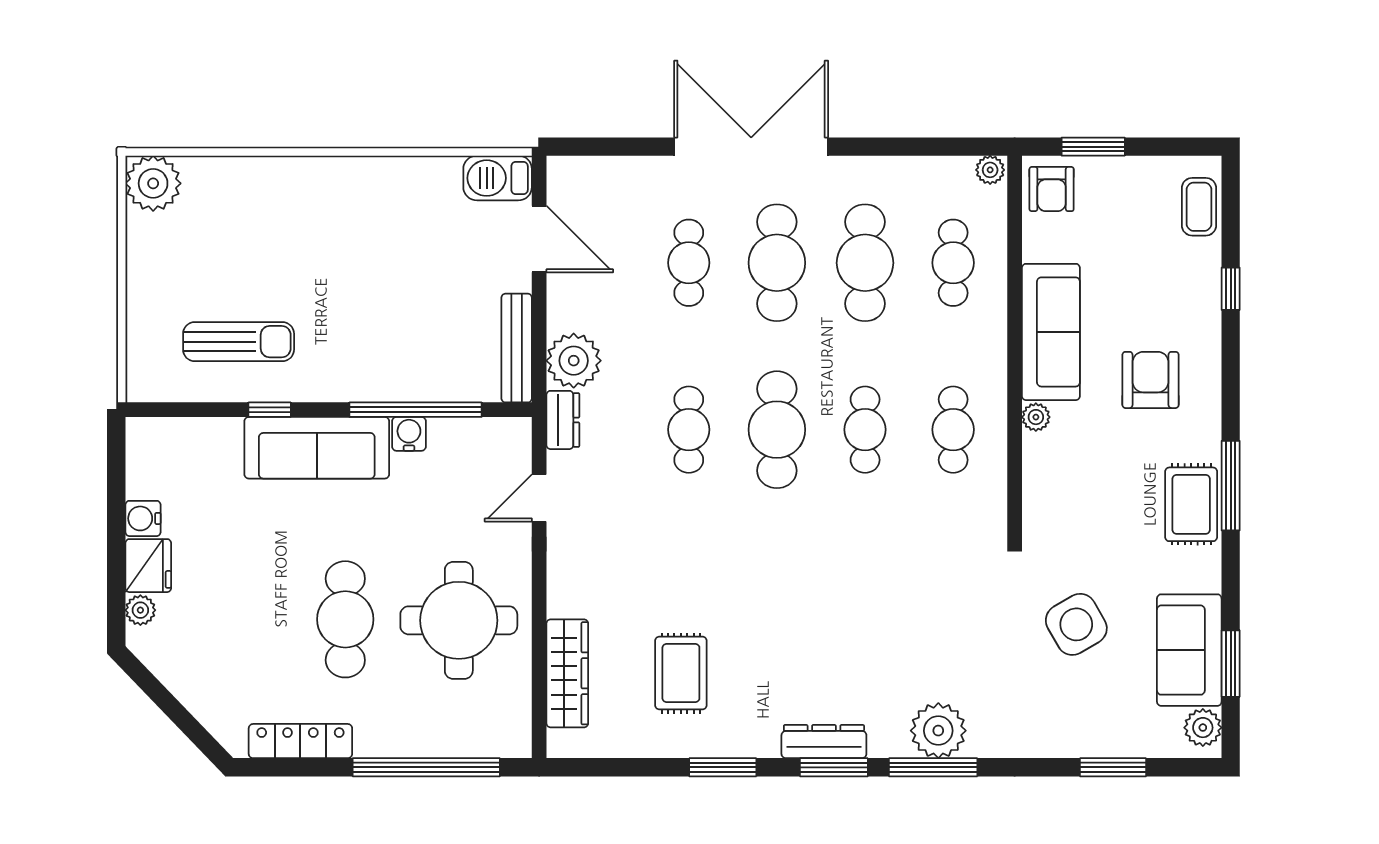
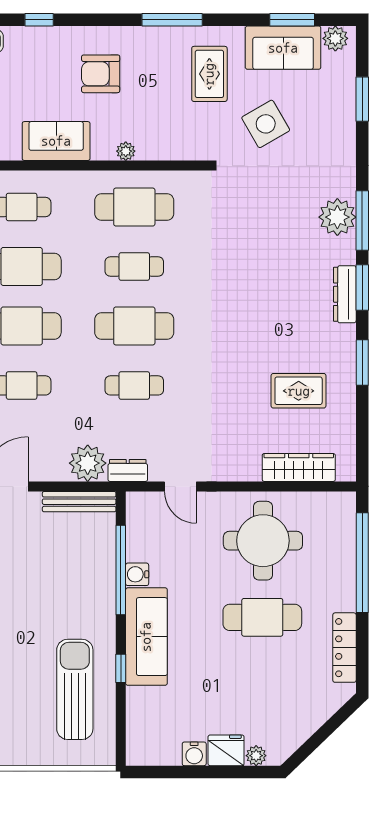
sofa: (1051, 332) -> (56, 141), width x0.73
sun lounger: (239, 342) -> (75, 689), width x1.36, depth x1.34
cafe table: (953, 430) -> (134, 207), width x1.37, depth x1.35
rug: (1191, 504) -> (209, 74), moved, turned 90

